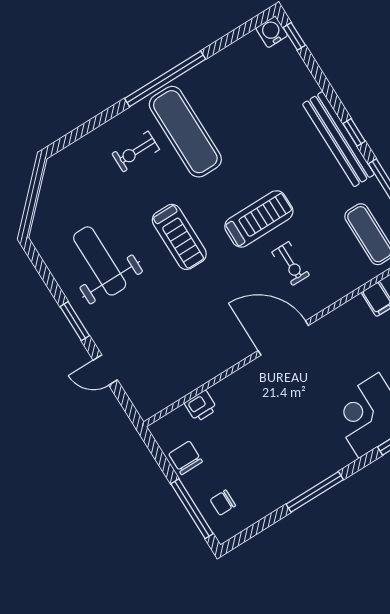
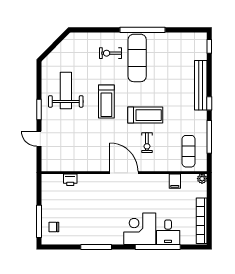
water cooler: (272, 32) -> (201, 38), removed
bench: (338, 139) -> (201, 85), moved
chair: (185, 458) -> (50, 198), removed

